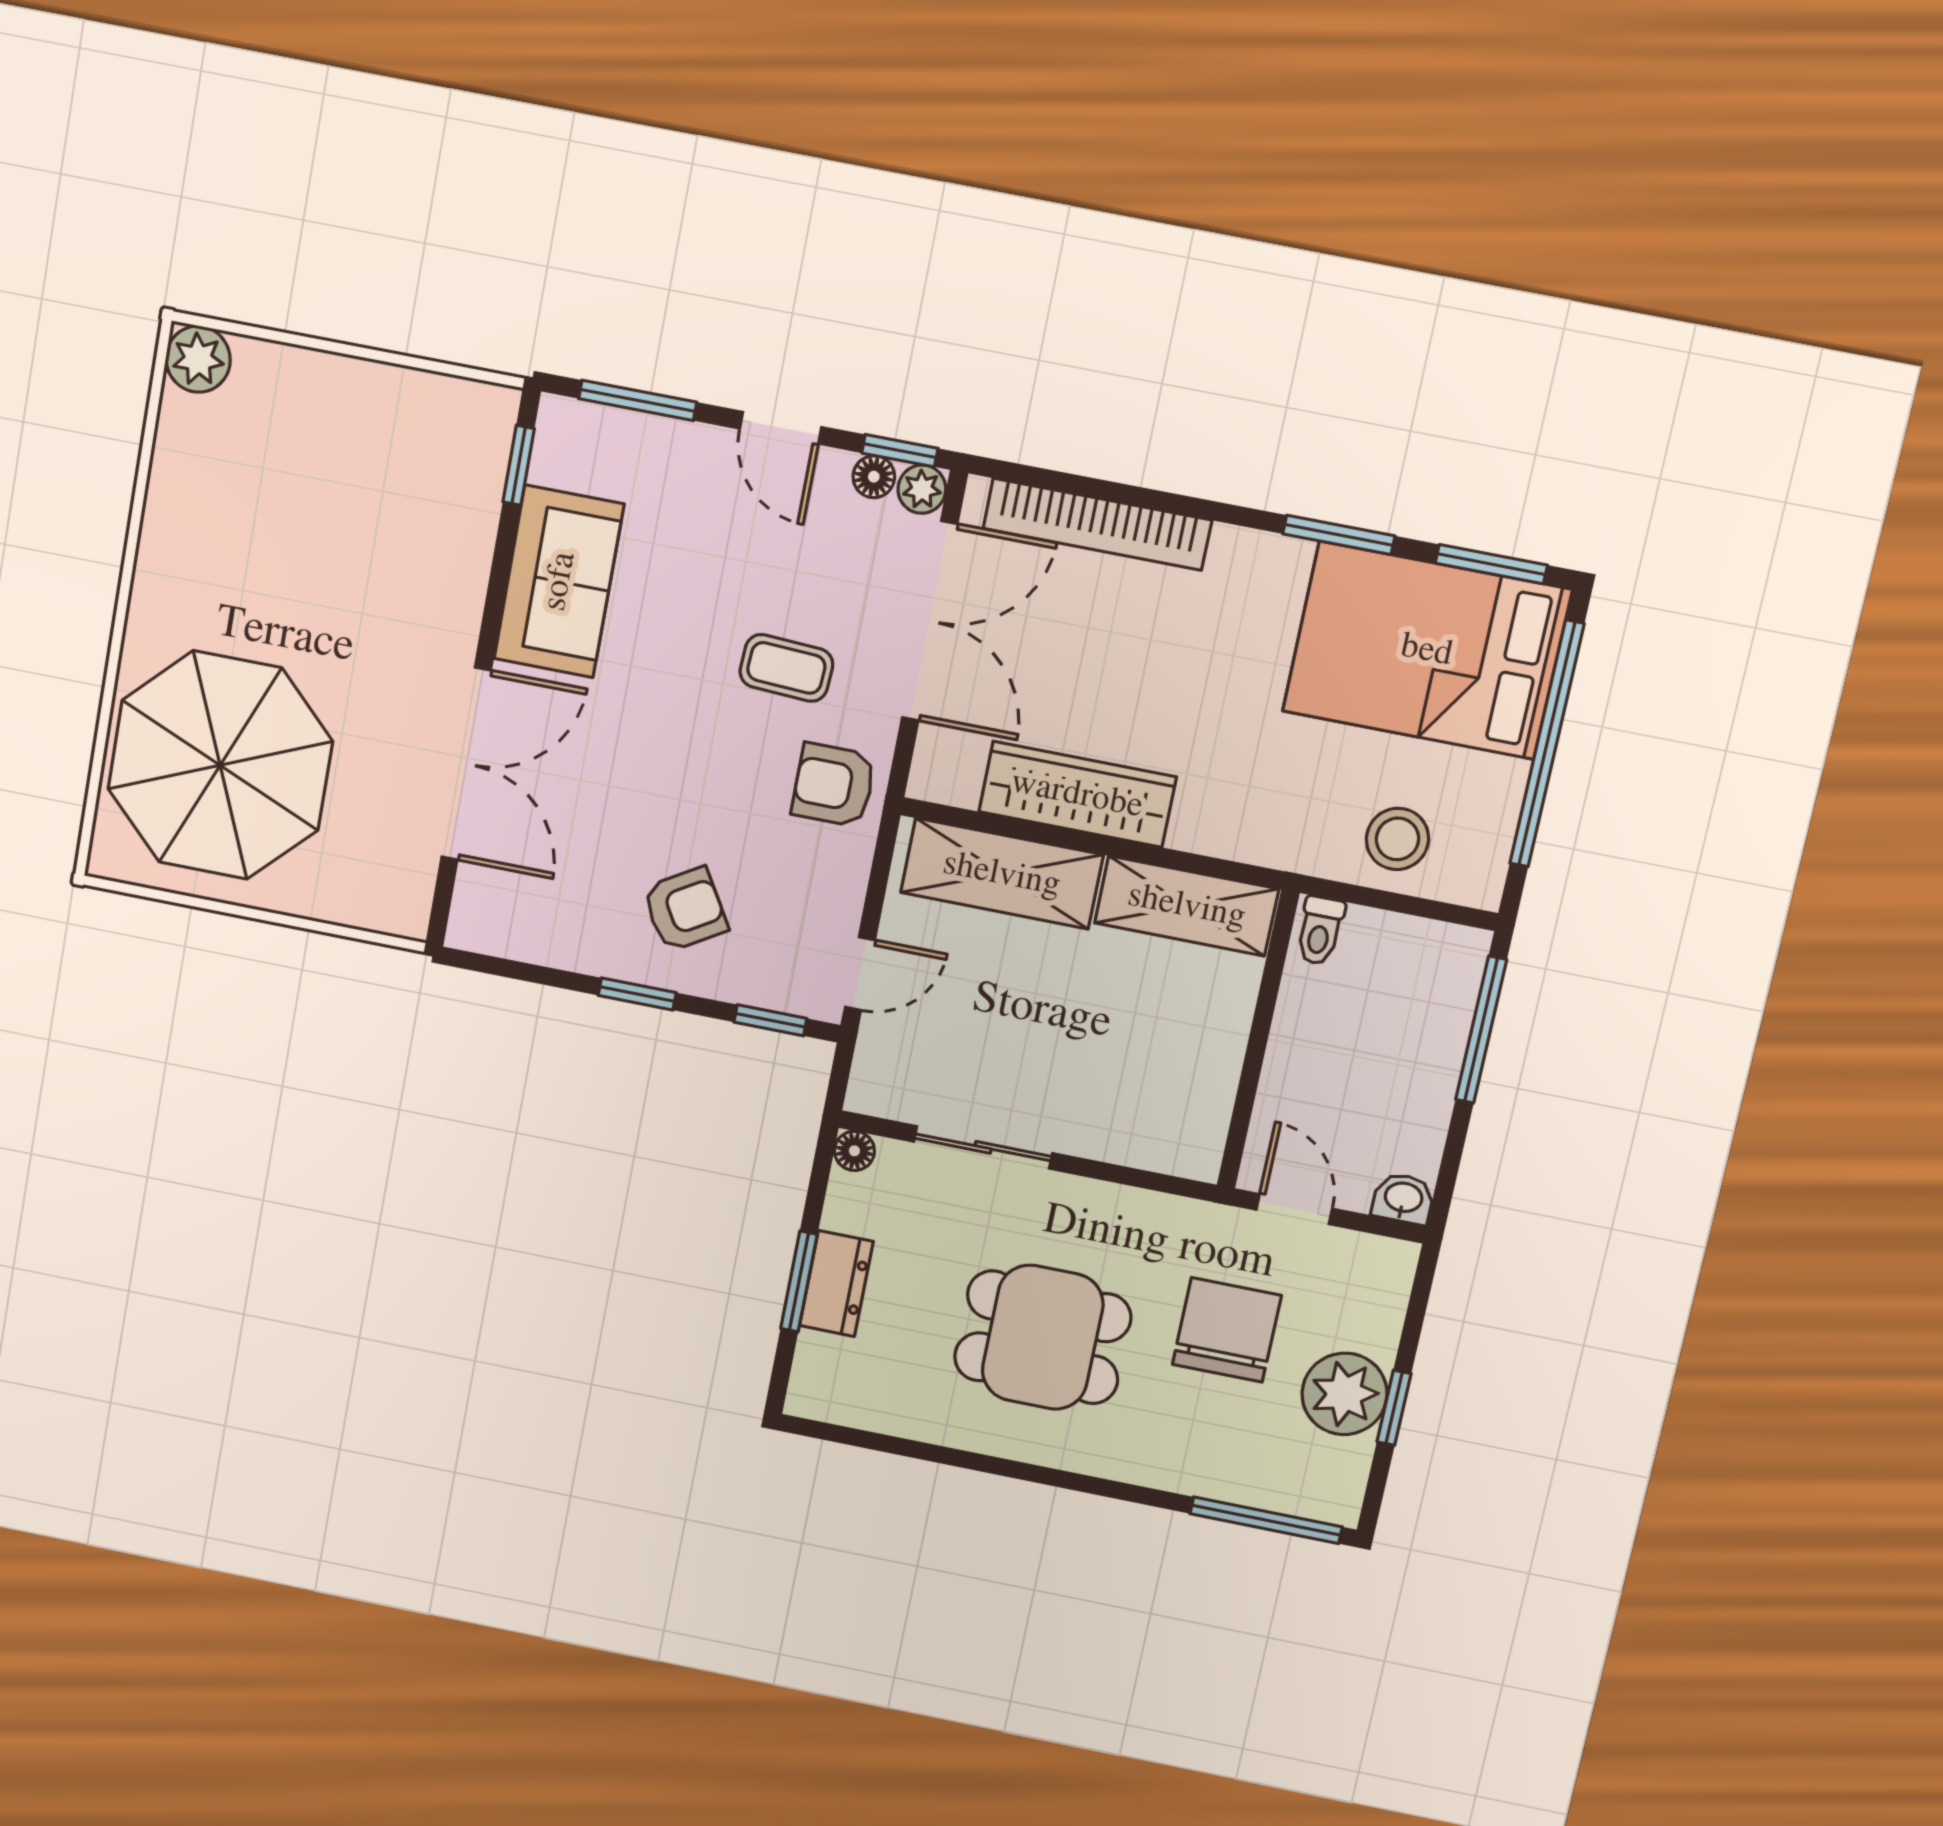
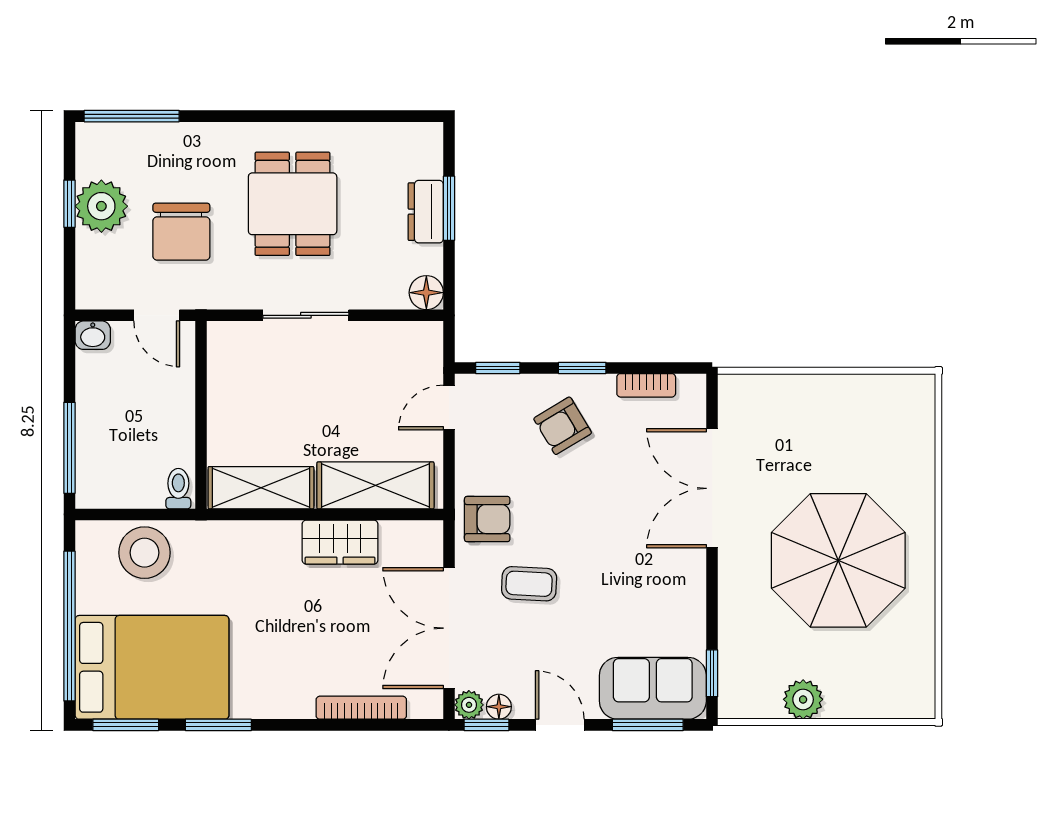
plant: (198, 359) -> (803, 699), moved
bookcase: (1097, 524) -> (361, 708), width x0.68, depth x0.76
sofa: (559, 581) -> (653, 688), moved, turned 90
parasol: (220, 765) -> (838, 560), moved
wardrobe: (1077, 794) -> (340, 542), width x0.67
stool: (1397, 839) -> (145, 553), width x1.38, depth x1.38
bookcase: (541, 947) -> (646, 385), added
sliding door: (983, 1147) -> (306, 315), moved
floor lamp: (854, 1151) -> (426, 293), width x1.37, depth x1.37
dining table: (1043, 1337) -> (293, 204), turned 90

